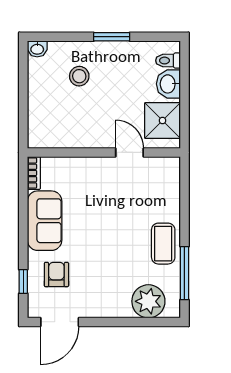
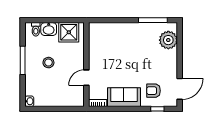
window: (112, 37) -> (23, 60), width x1.44
stool: (79, 76) -> (48, 63), moved
door: (129, 152) -> (86, 78), moved
coffee table: (163, 244) -> (137, 32), removed
door: (60, 322) -> (180, 89), hinge flipped

